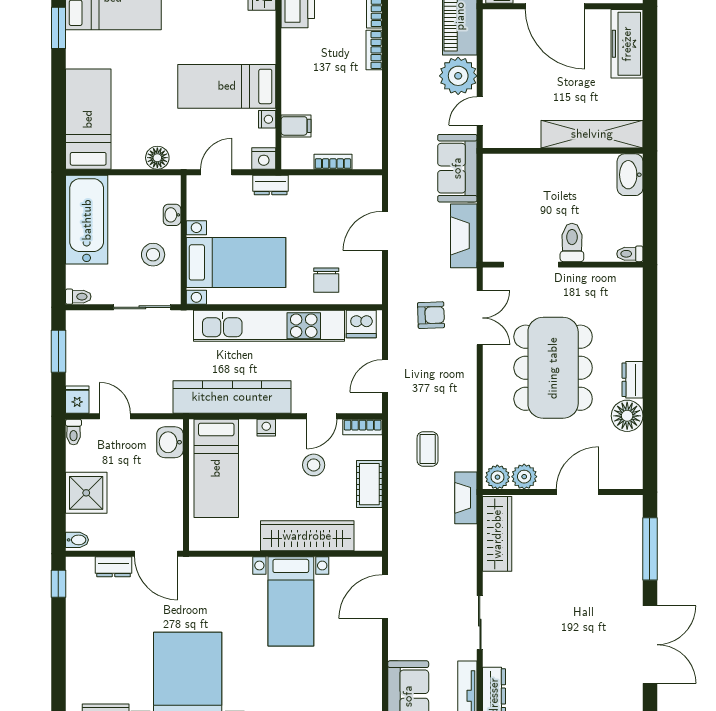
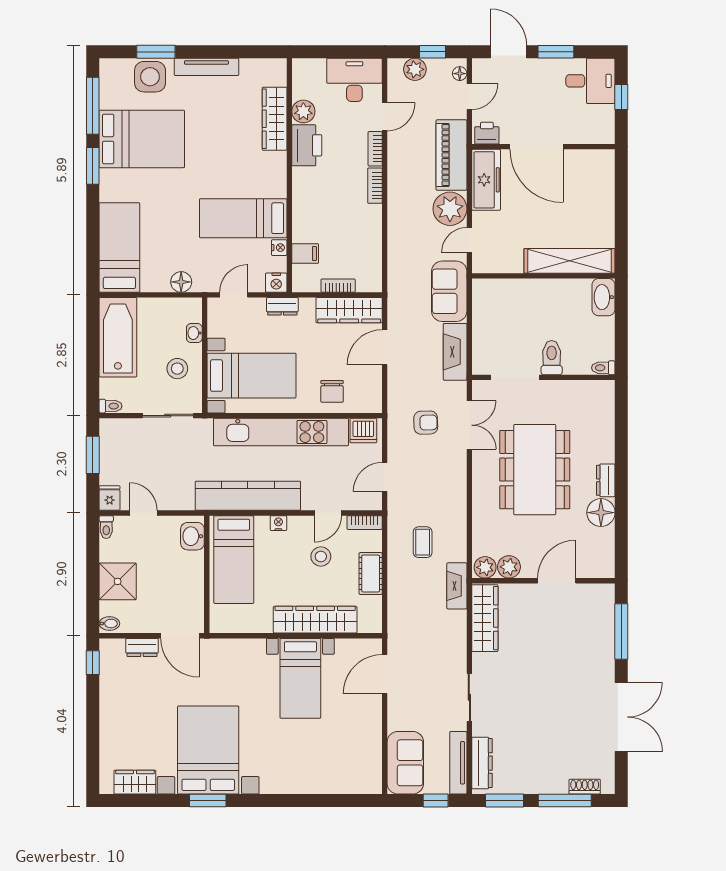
freezer: (627, 44) -> (486, 180), moved, turned 180
wardrobe: (345, 189) -> (349, 310), added

